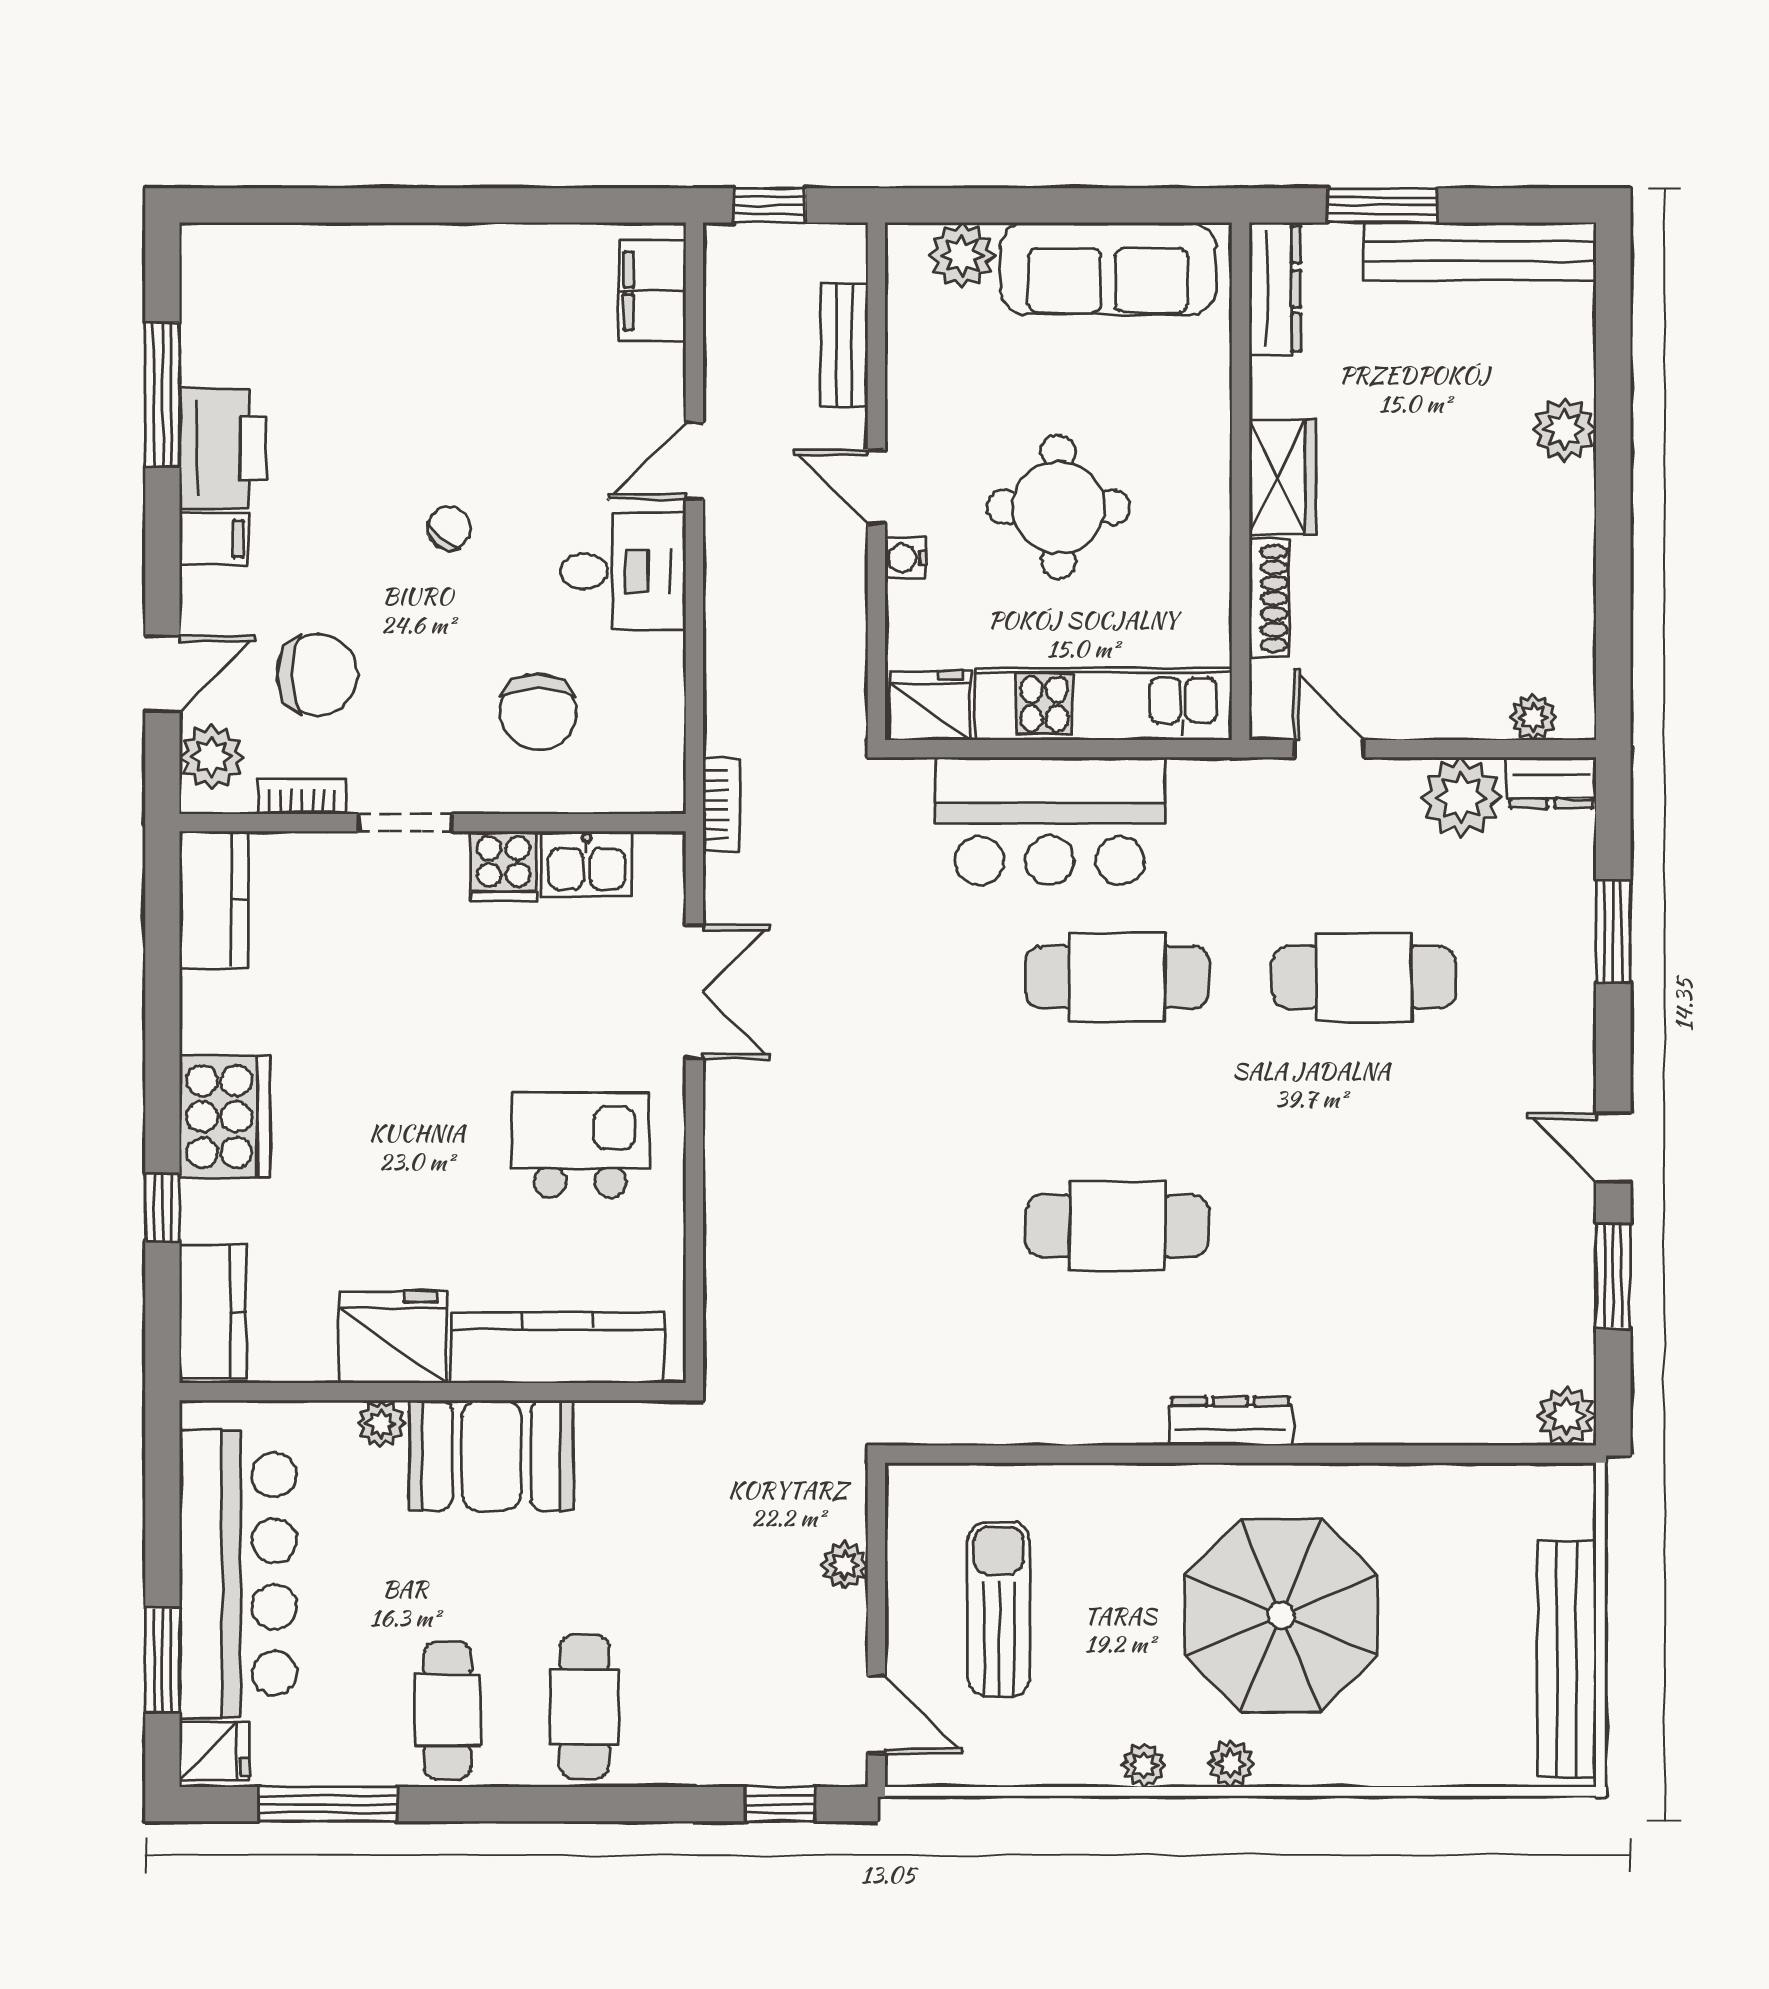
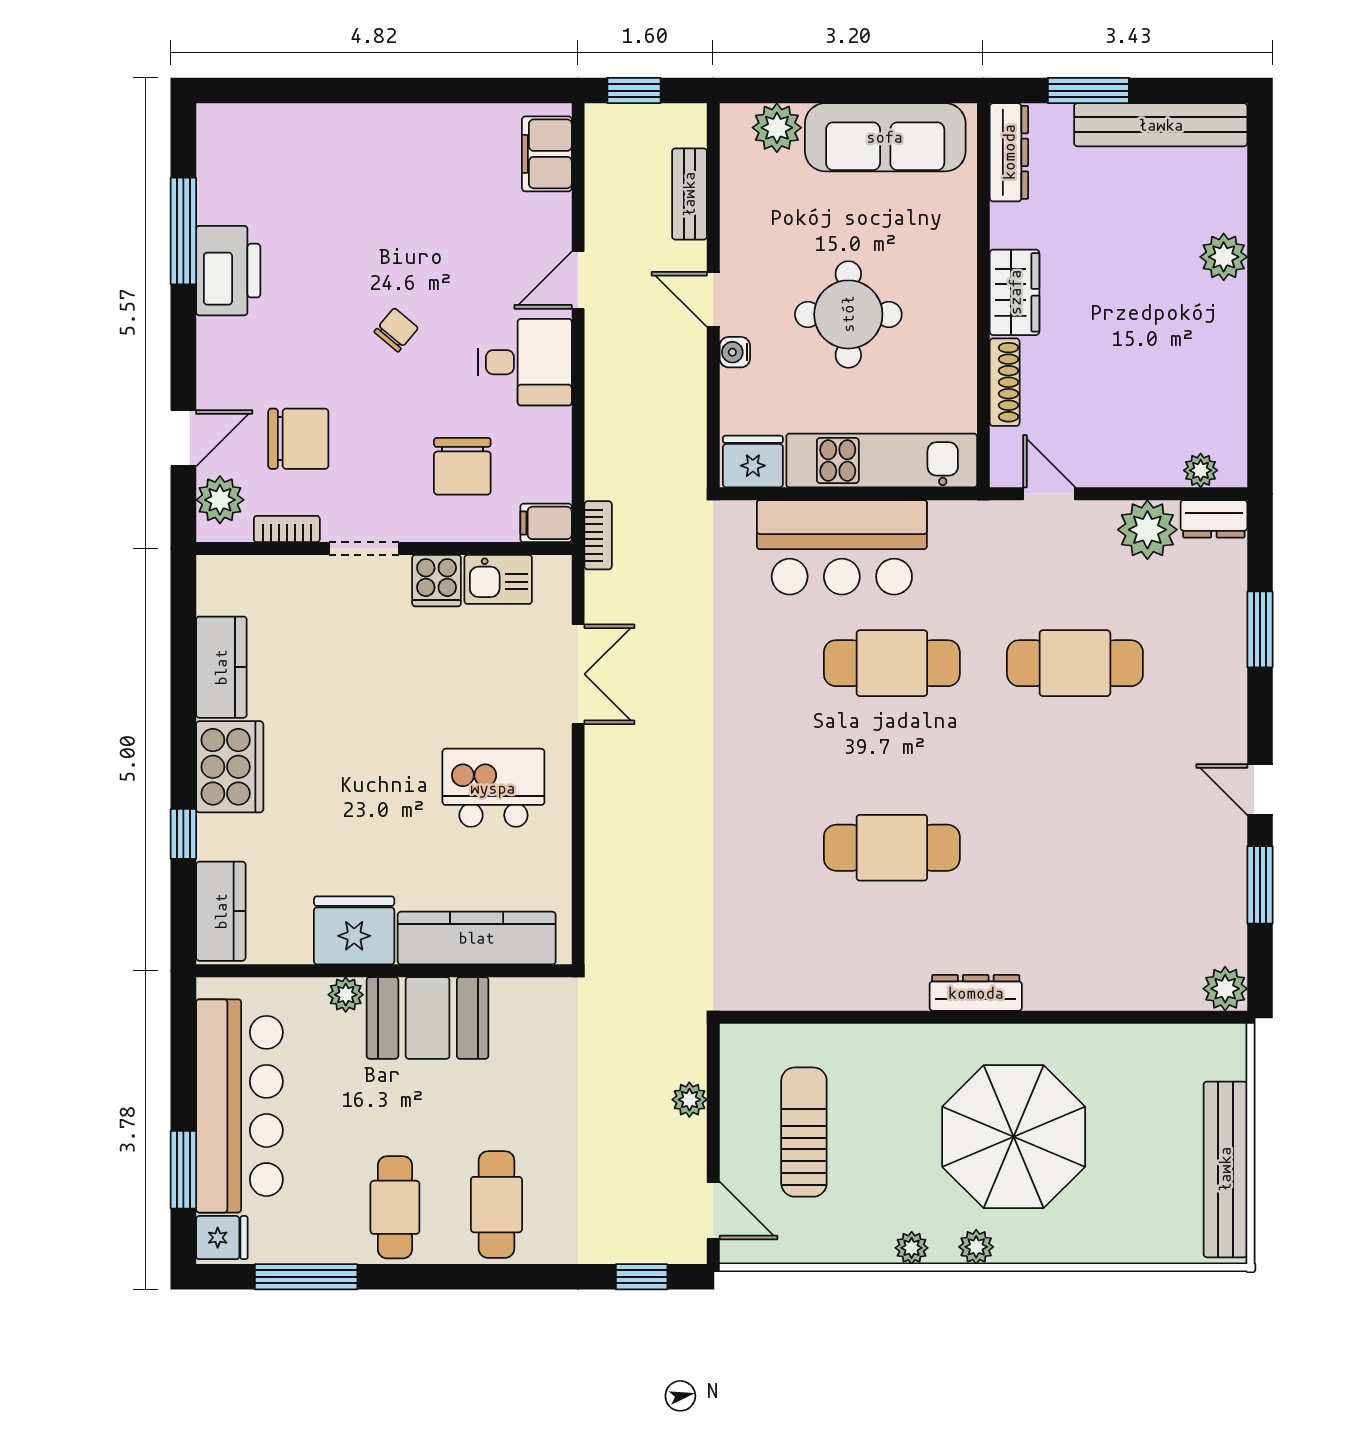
filing cabinet: (214, 539) -> (546, 523), moved, turned 180
kitchen counter: (214, 899) -> (221, 667), moved

